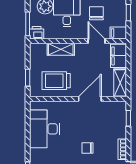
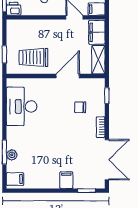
shelving: (61, 49) -> (38, 26), removed
chair: (88, 148) -> (80, 107), moved

